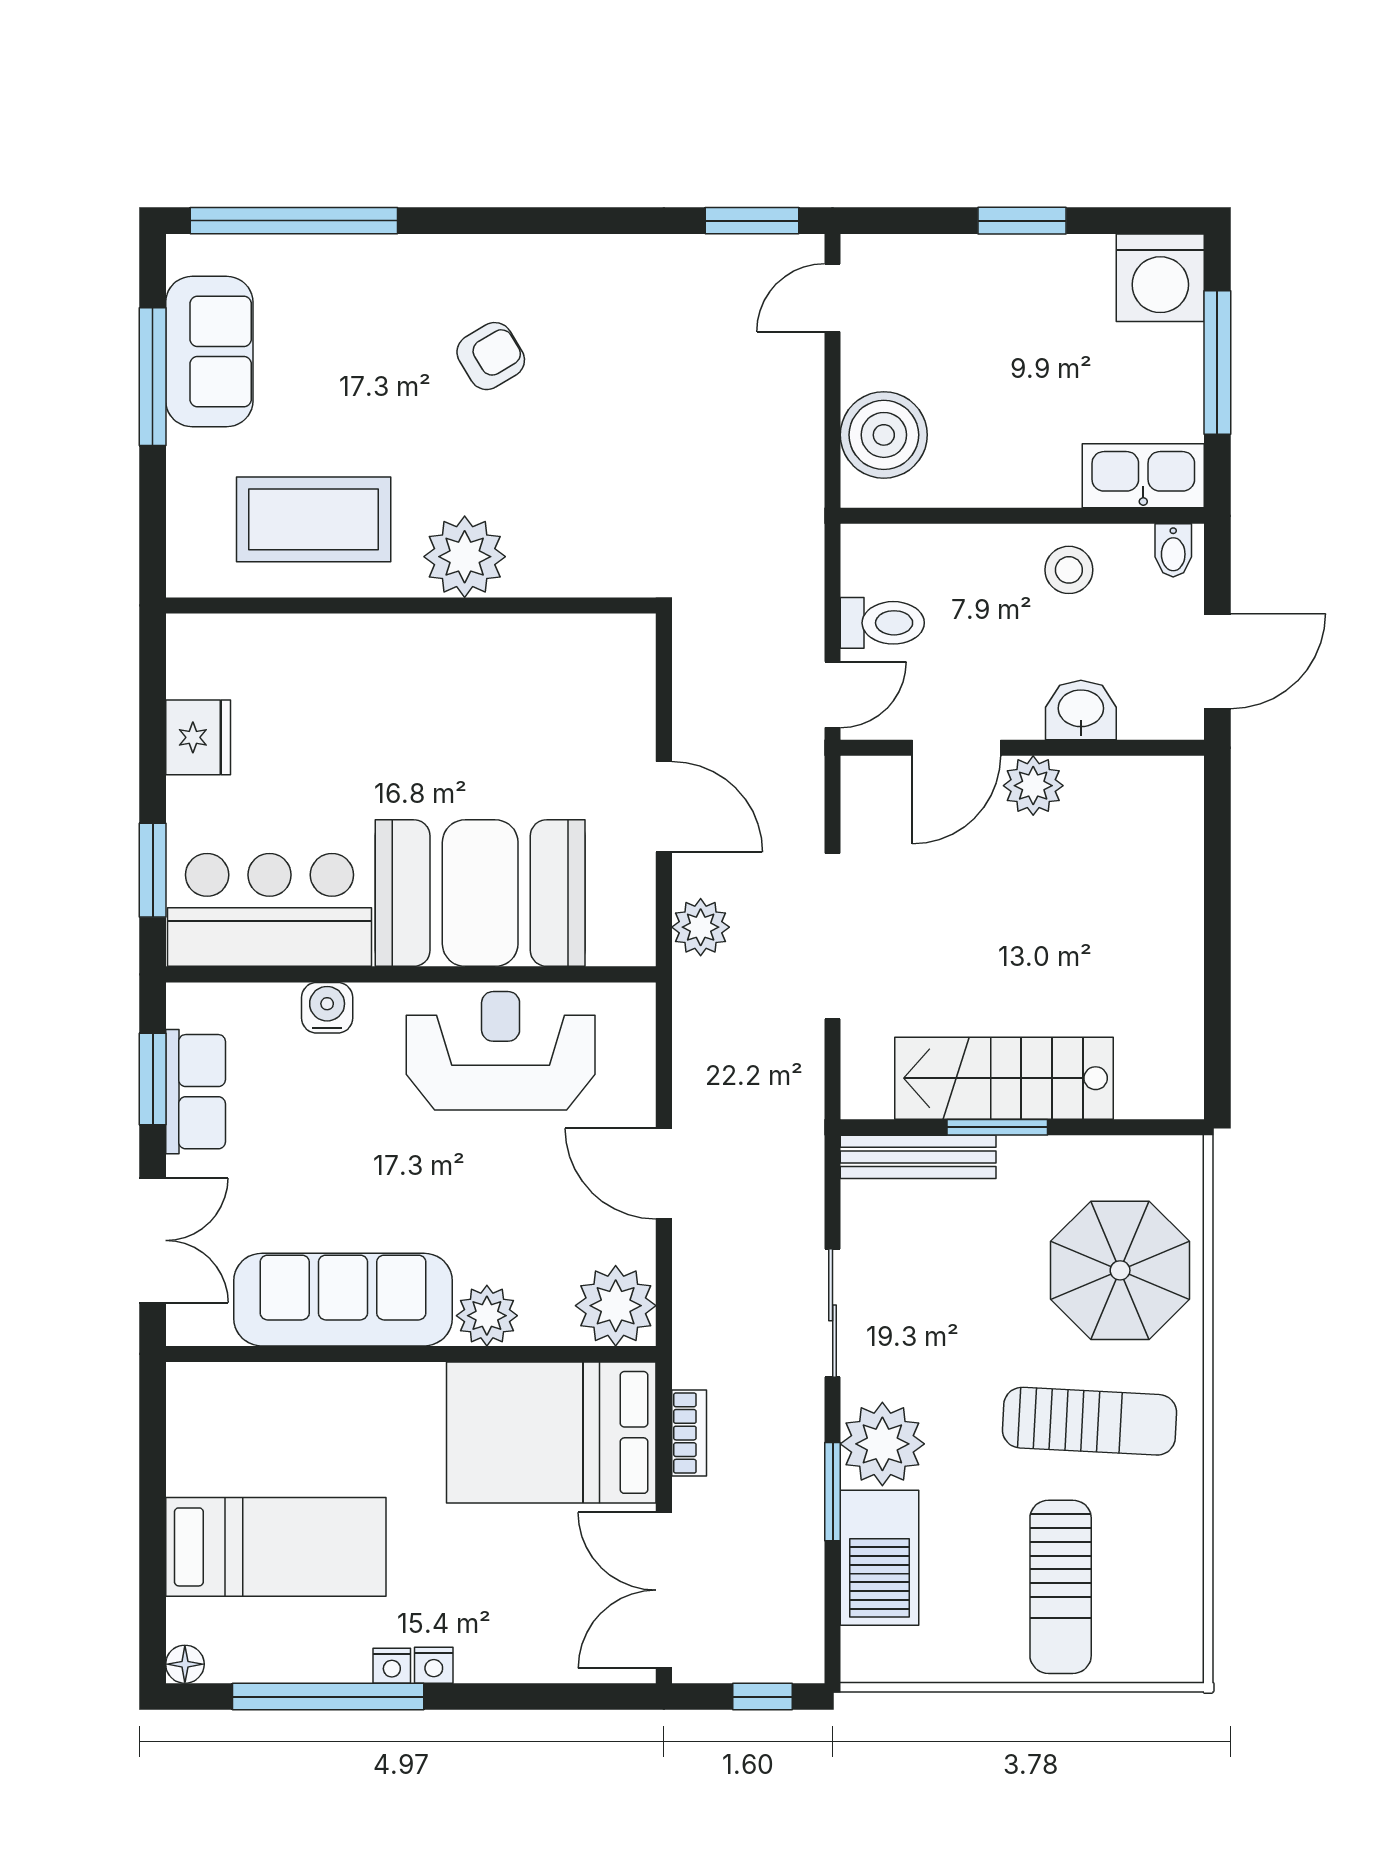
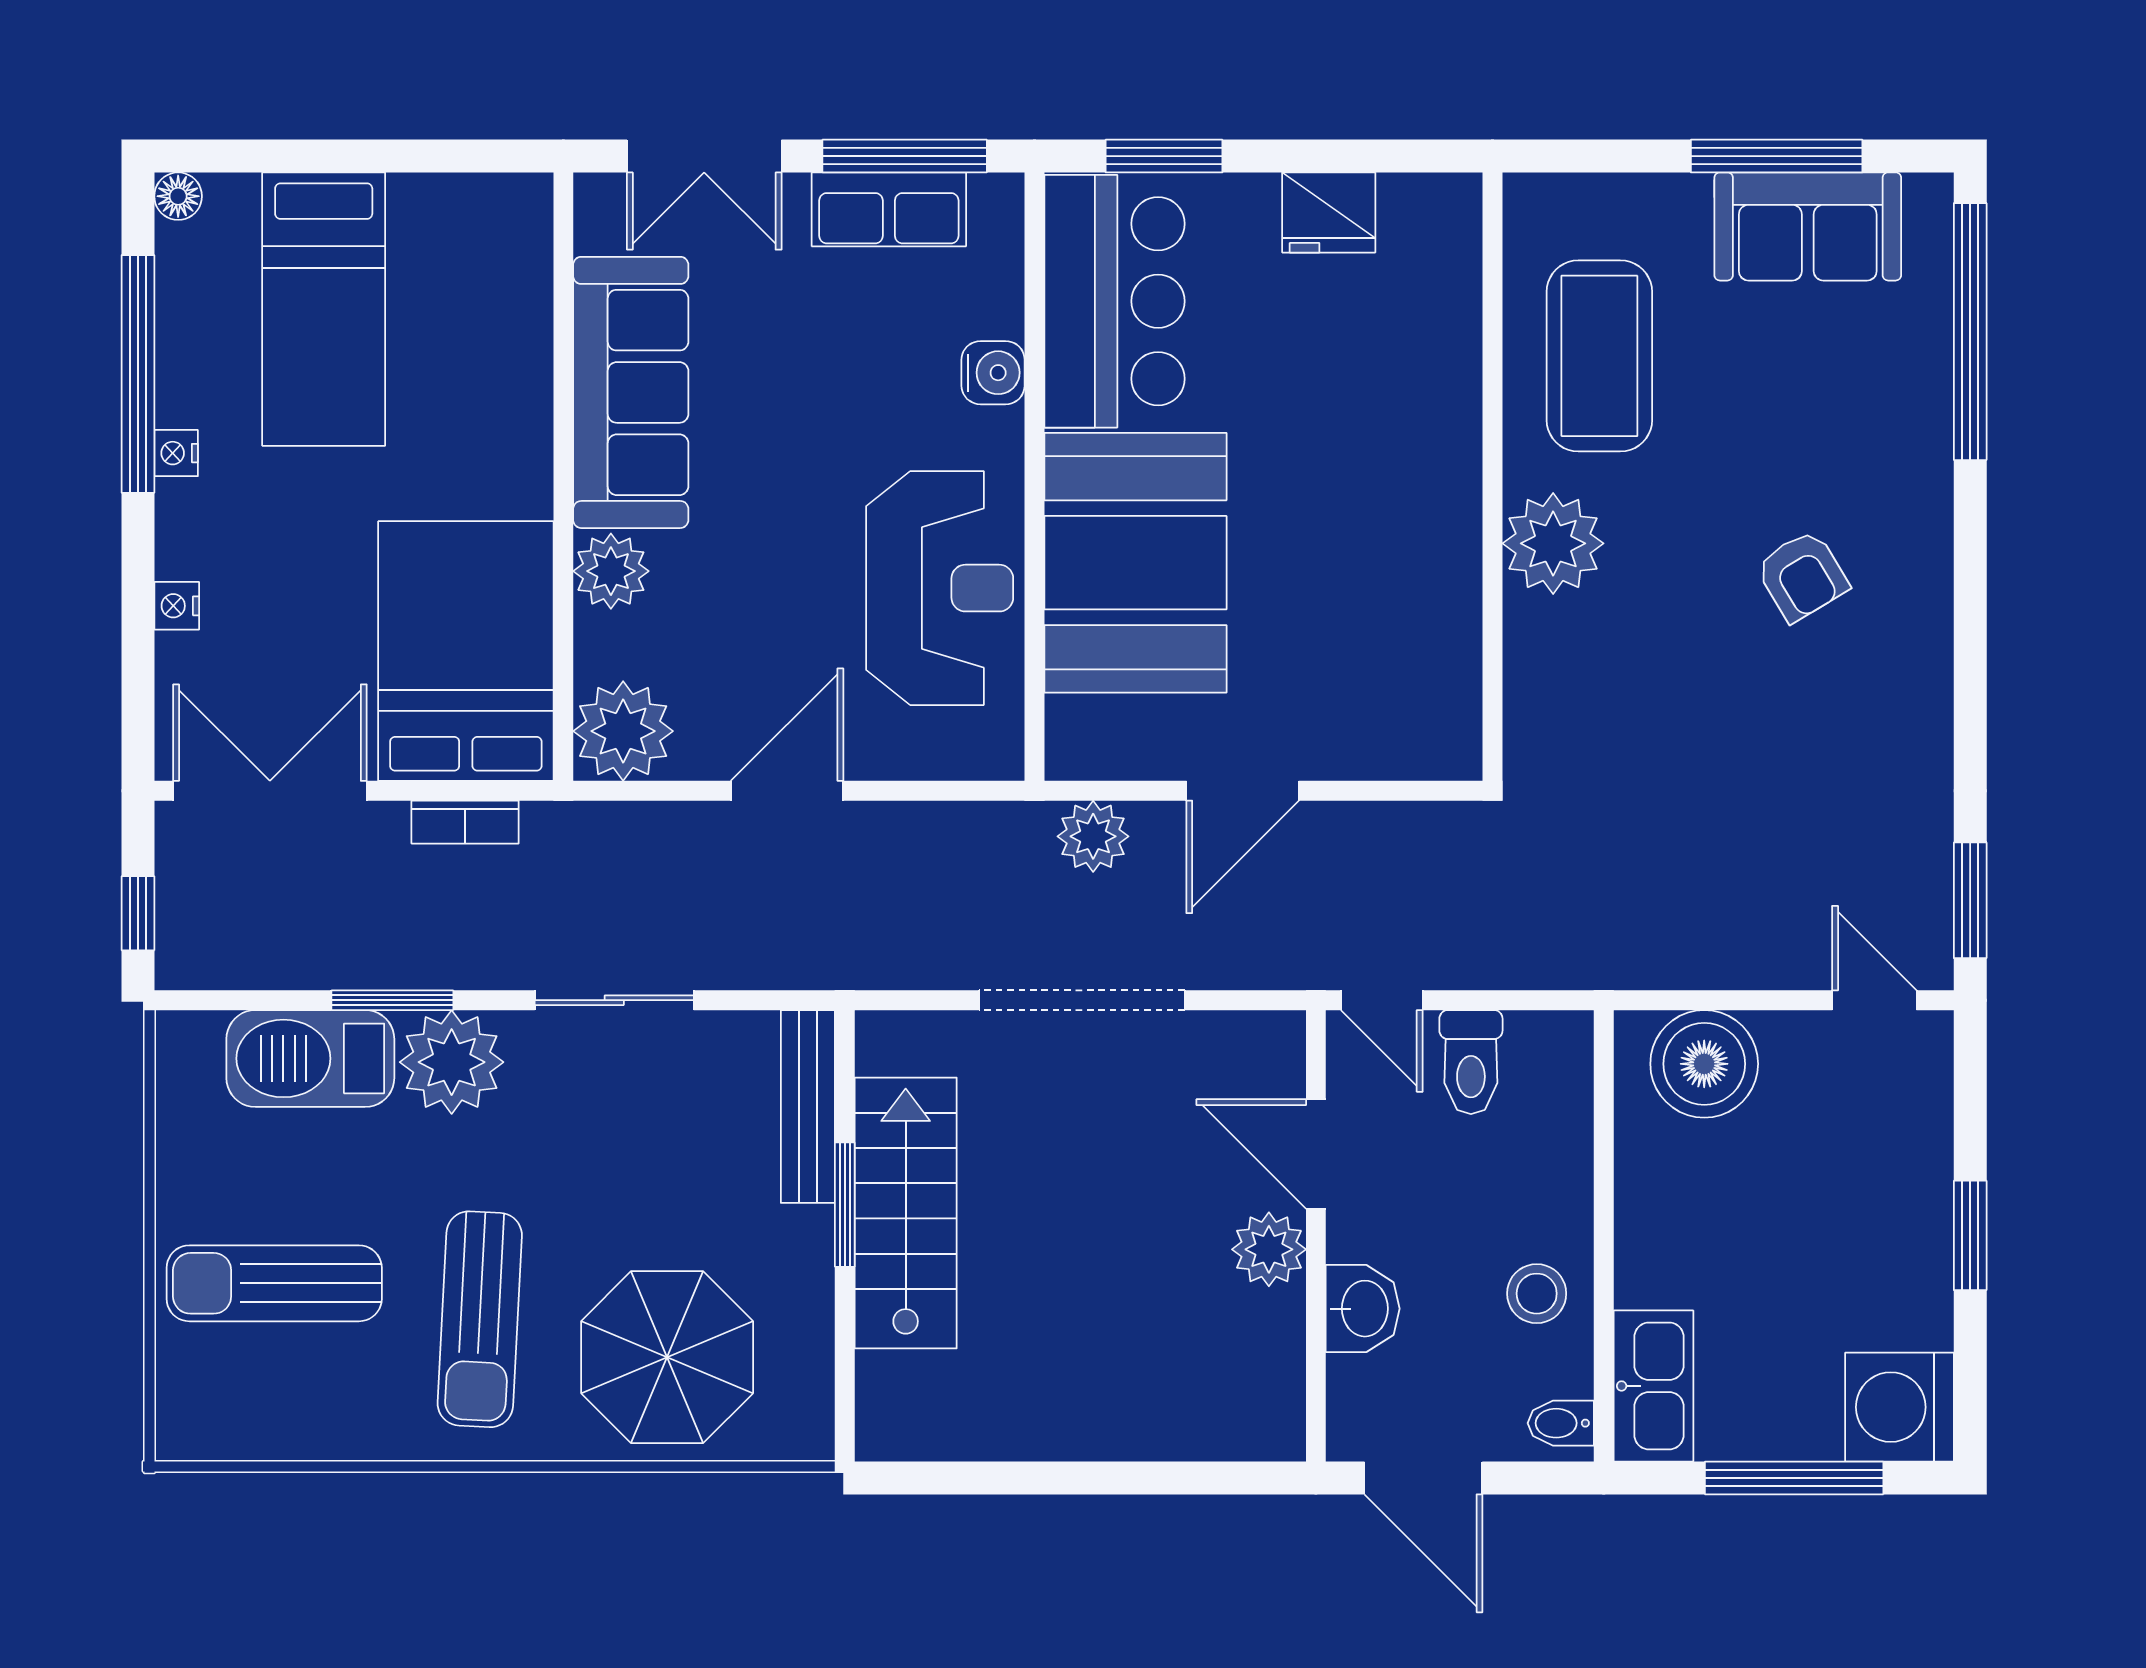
window: (153, 1079) -> (905, 156), width x1.44
nightstand: (434, 1665) -> (177, 606), moved

